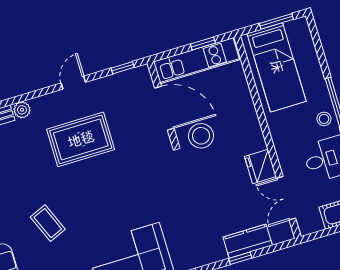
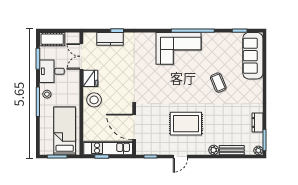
stool: (201, 136) -> (94, 100), moved
double door: (286, 198) -> (81, 56), swing flipped

